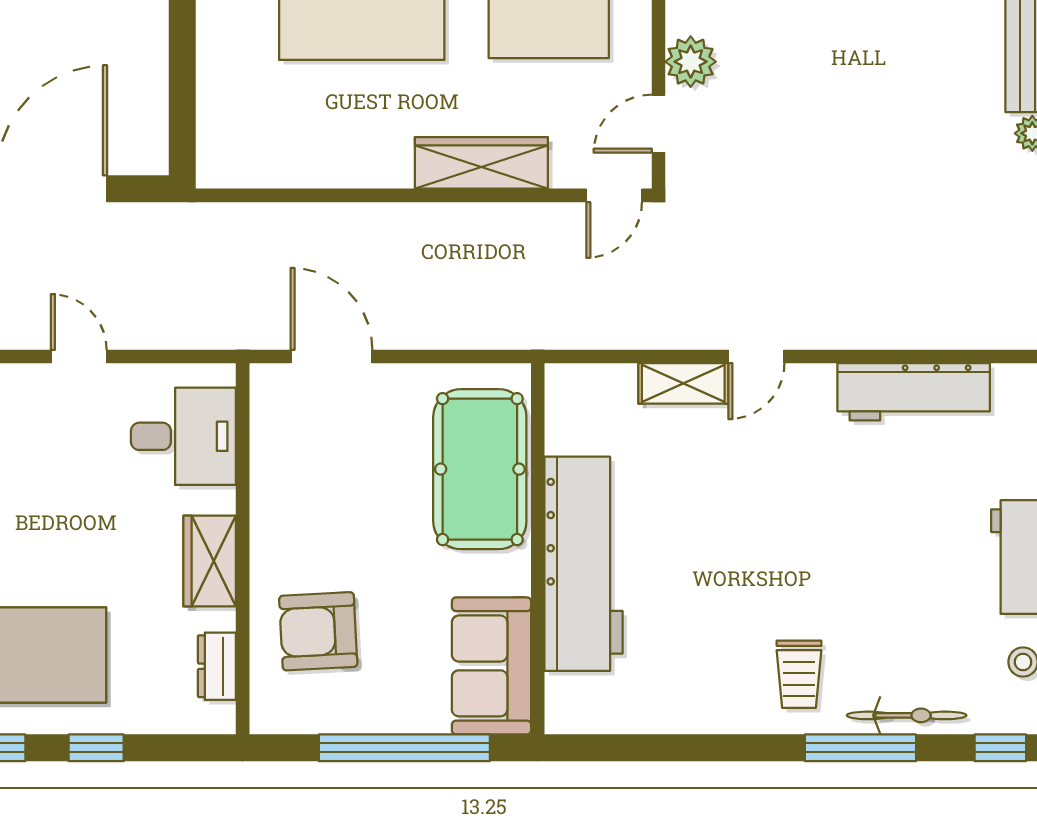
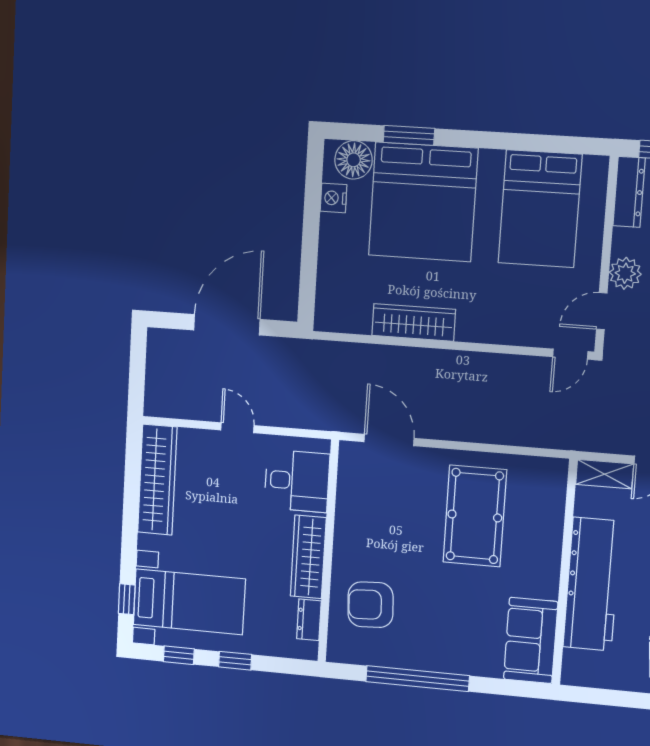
wardrobe: (481, 163) -> (414, 322), moved
wall: (538, 549) -> (565, 572), moved
wardrobe: (210, 561) -> (308, 557), width x1.50
workbench: (583, 564) -> (592, 584), moved
sofa: (491, 666) -> (531, 640), moved

